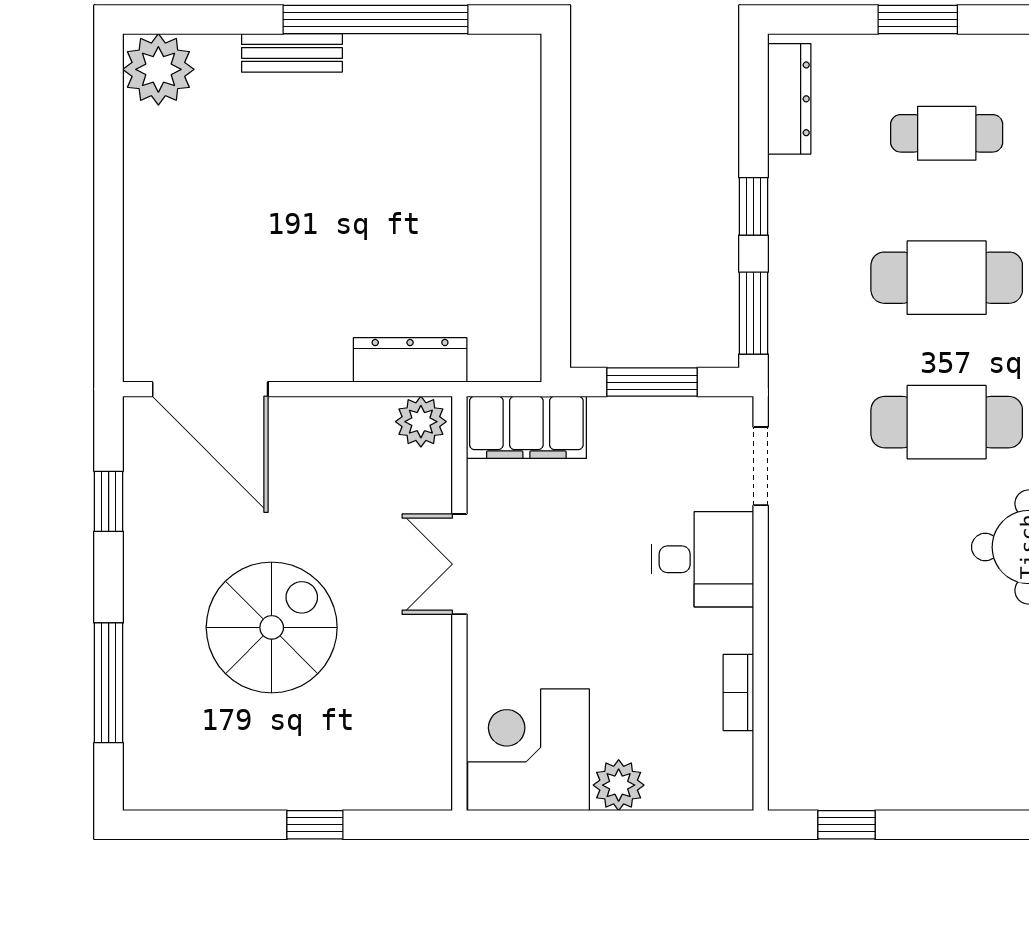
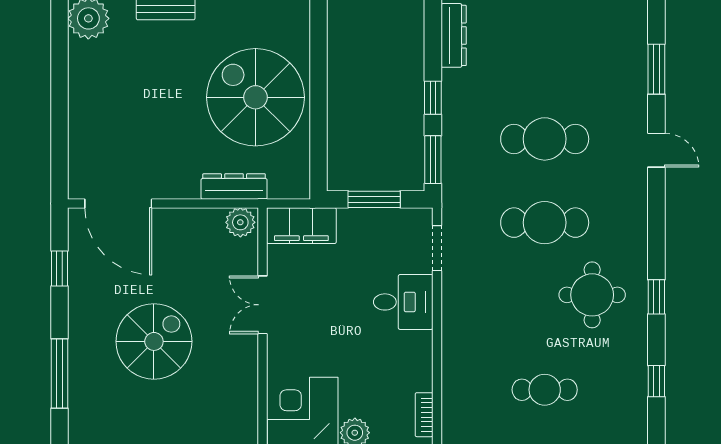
cafe table: (947, 133) -> (545, 390), moved
spiral stairs: (447, 206) -> (255, 97), added
bookcase: (738, 692) -> (424, 415), moved

